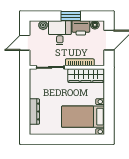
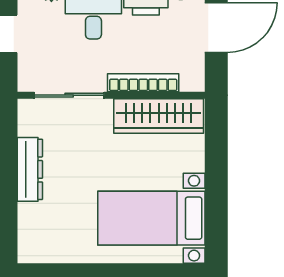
dresser: (34, 112) -> (30, 169), moved

